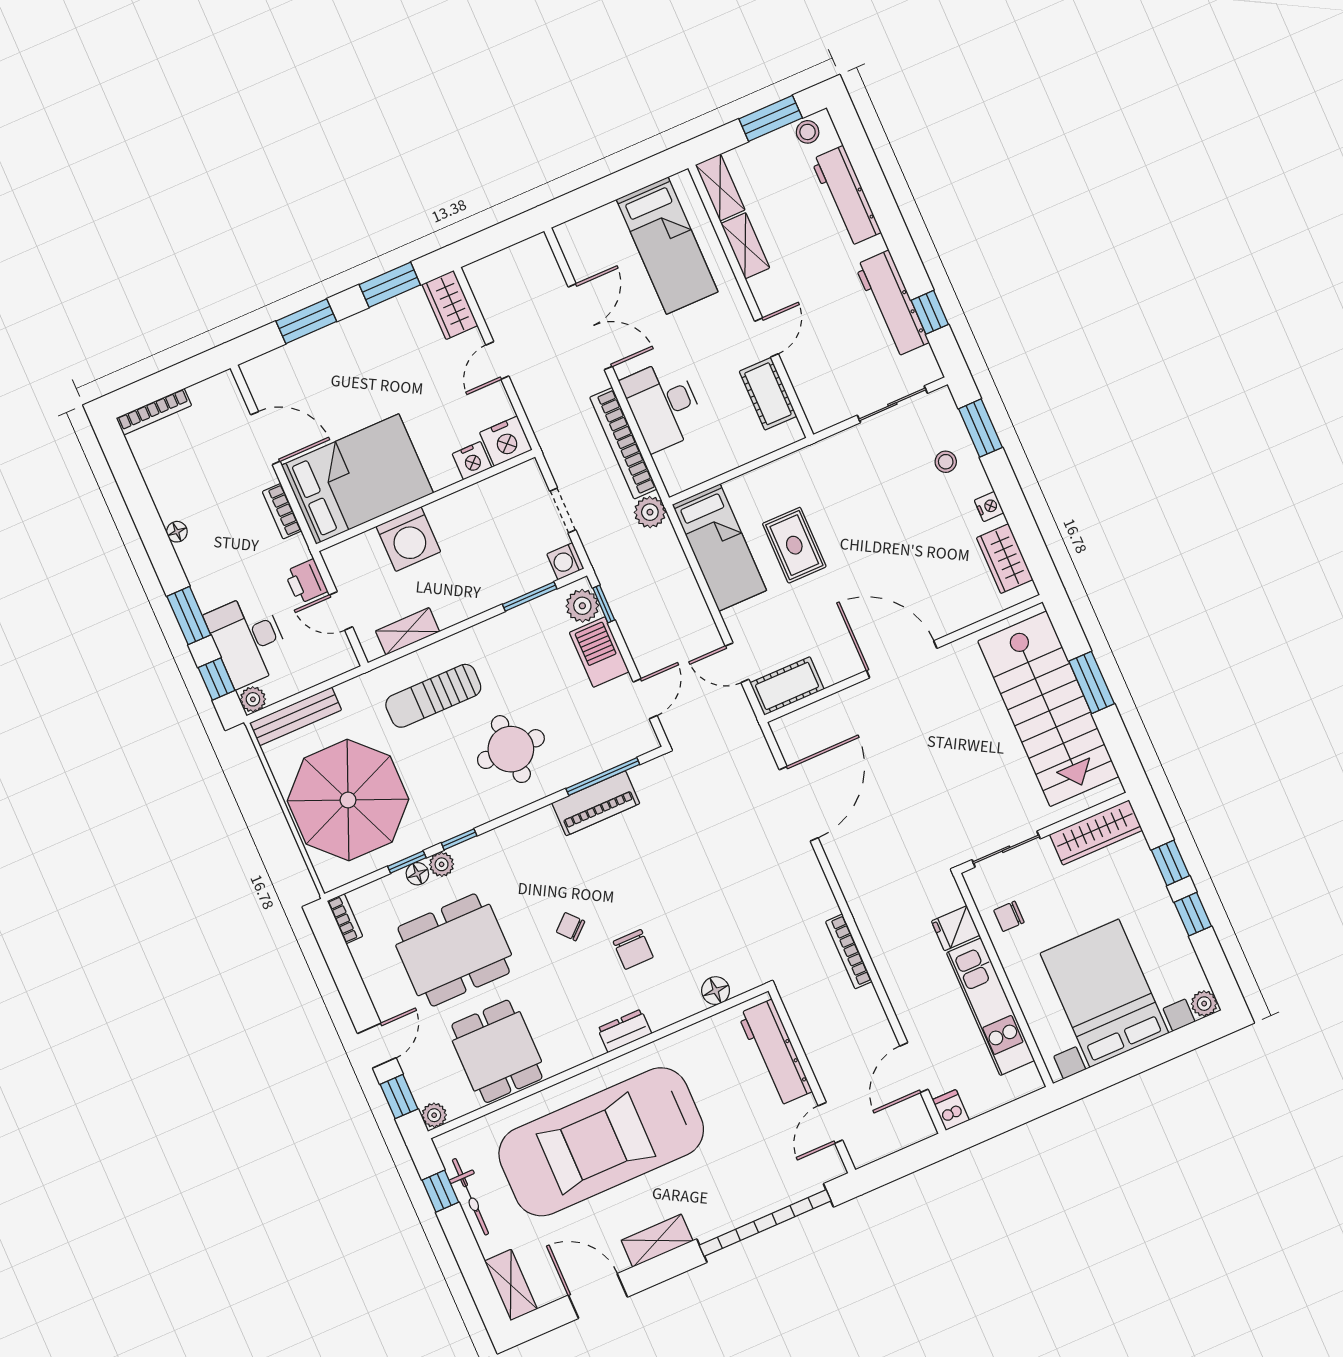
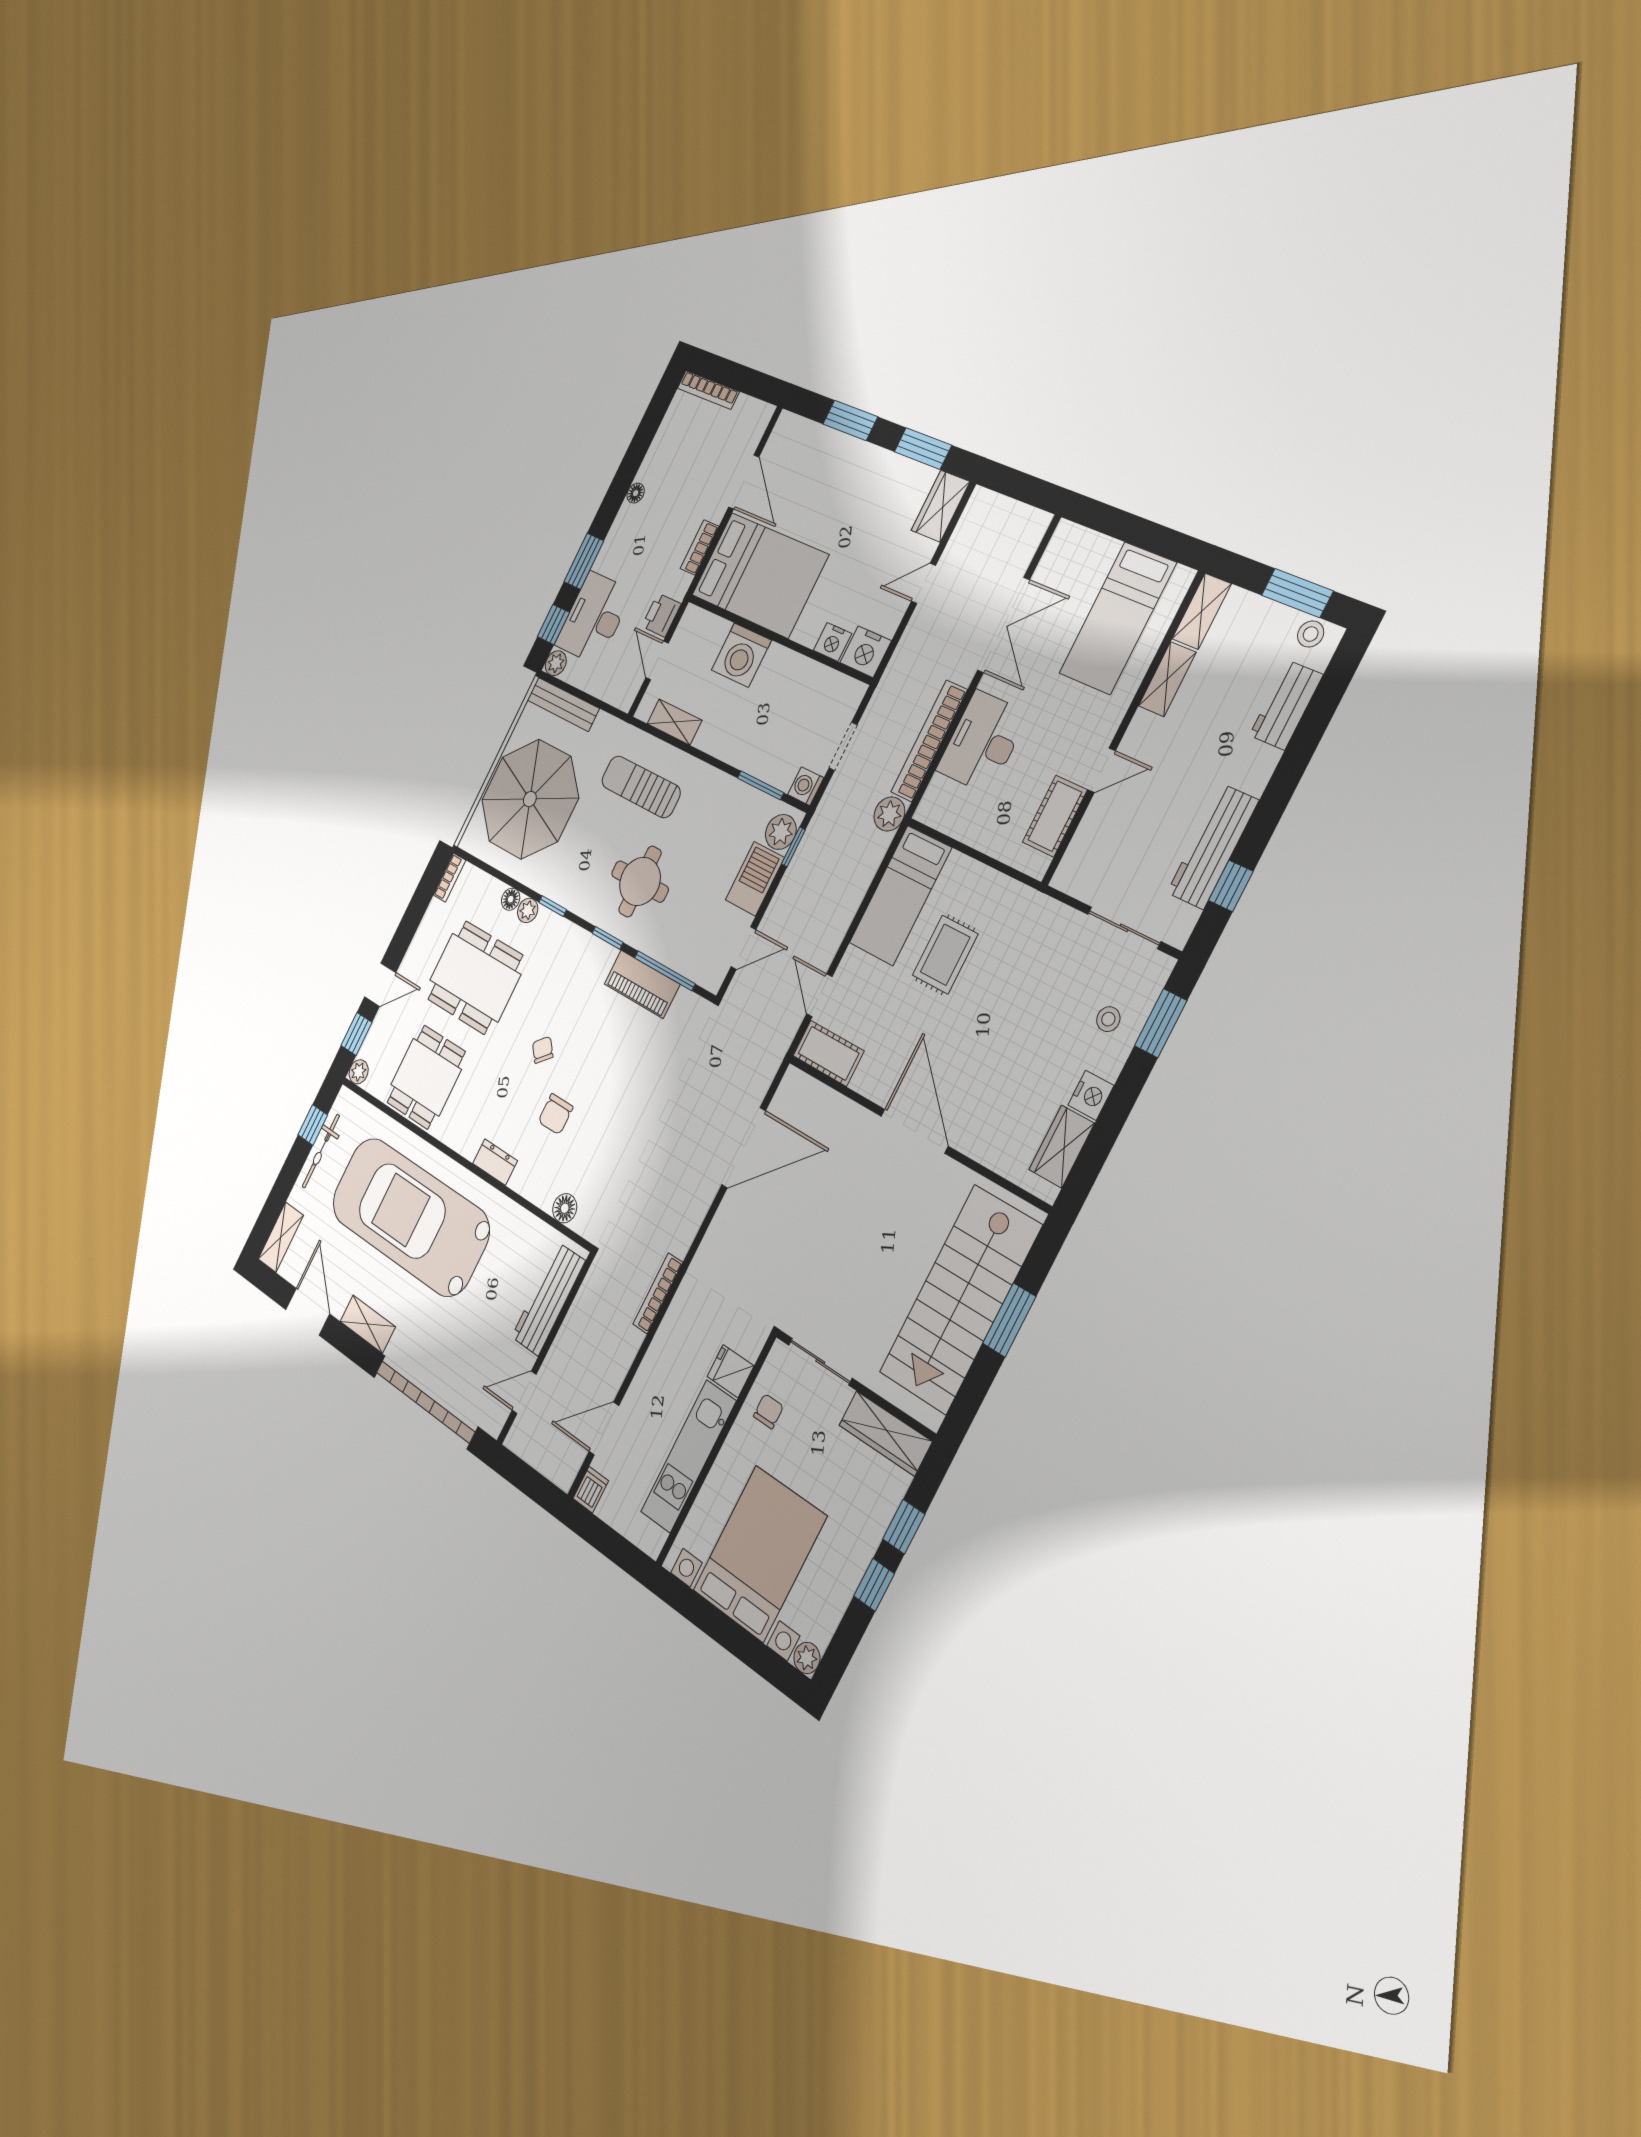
workbench: (846, 196) -> (1286, 705), width x0.73
nightstand: (989, 507) -> (1091, 1095), width x1.39, depth x1.35
window: (407, 862) -> (608, 938), moved
chair: (1009, 916) -> (768, 1411), turned 90

